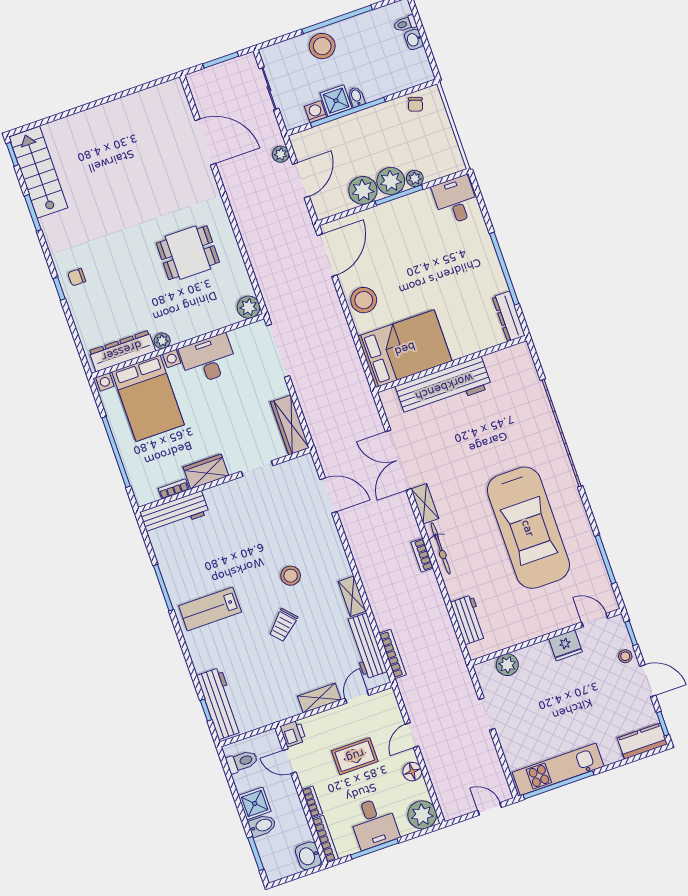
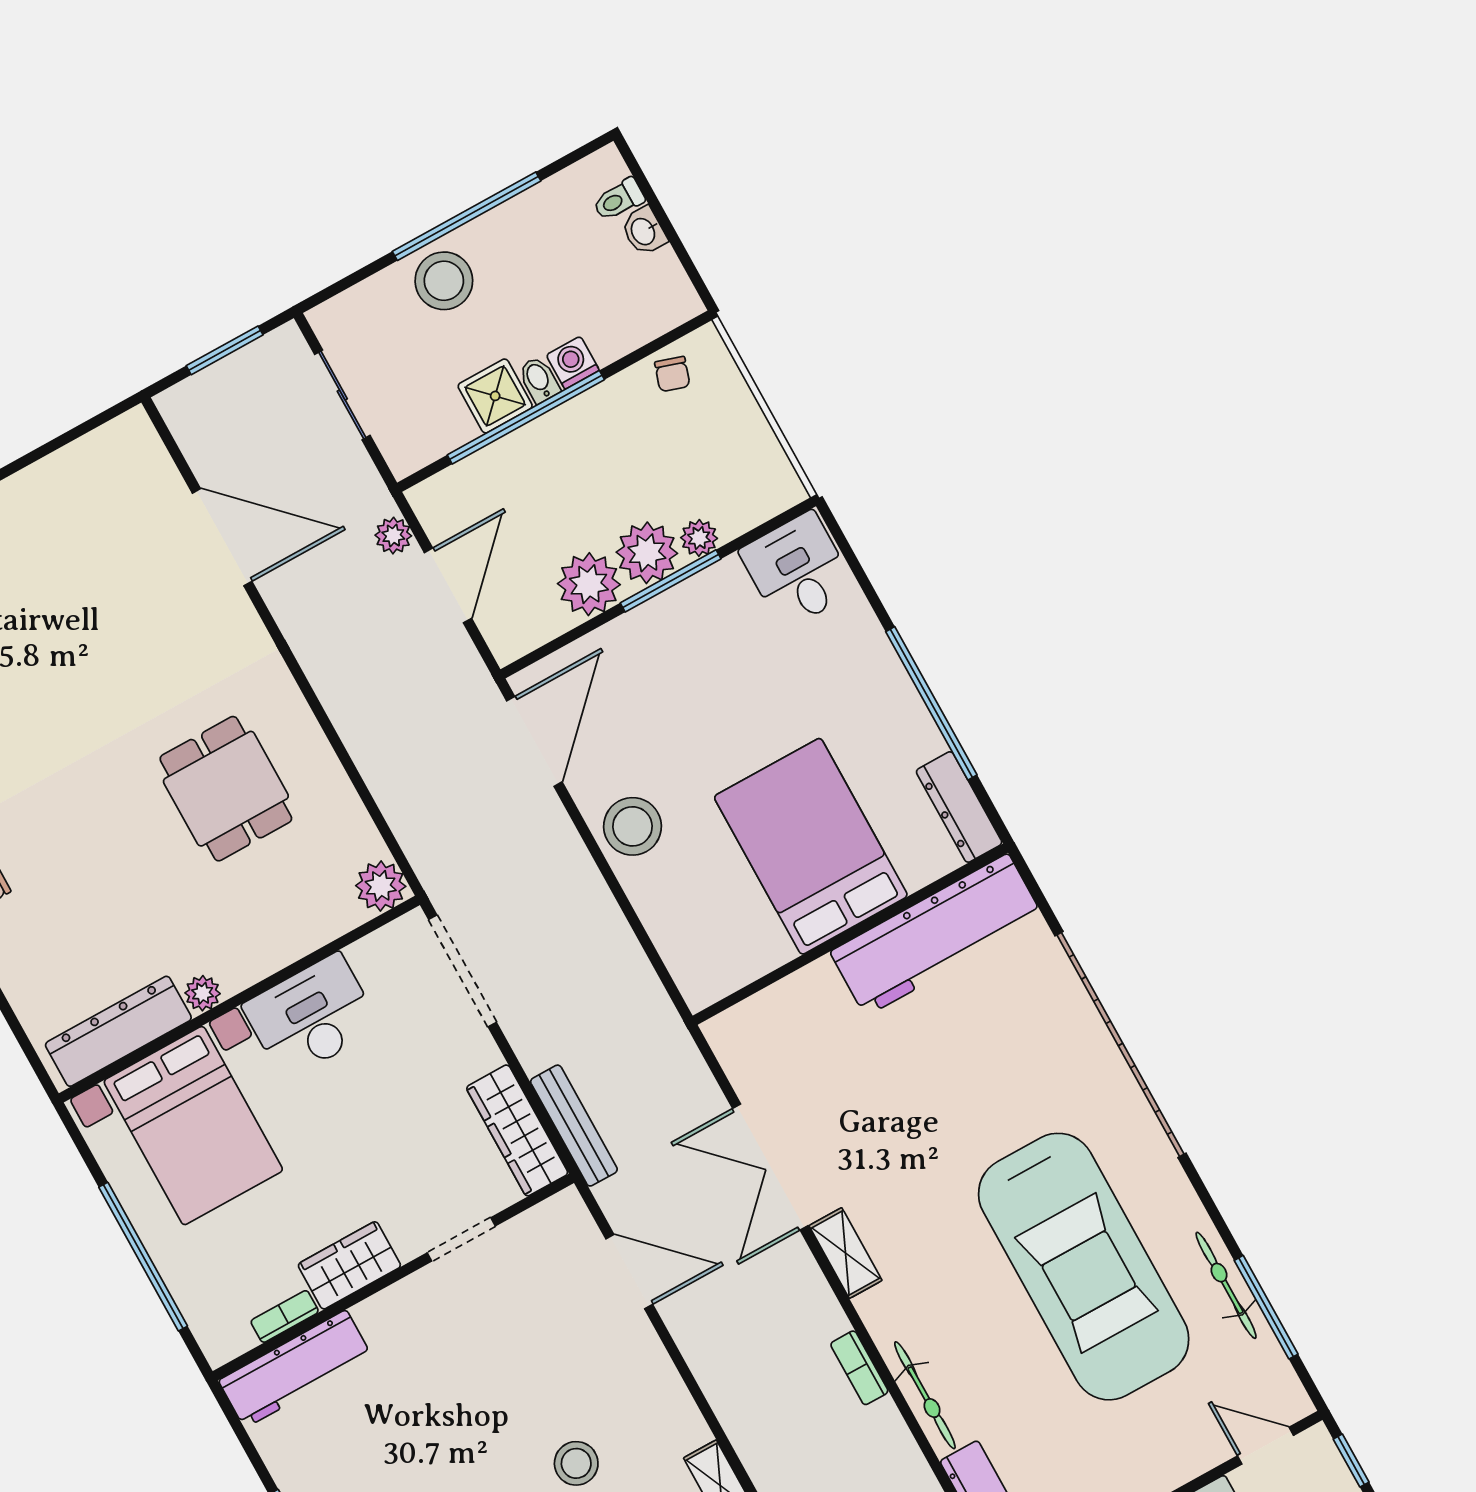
washing machine: (316, 112) -> (573, 363), moved
dining table: (188, 253) -> (226, 789), turned 90
bed: (405, 349) -> (811, 846), moved, turned -90
workbench: (444, 387) -> (937, 935), moved
bench: (315, 427) -> (574, 1126), added
bicycle: (590, 547) -> (1226, 1285), added
bicycle: (441, 548) -> (925, 1395), moved

